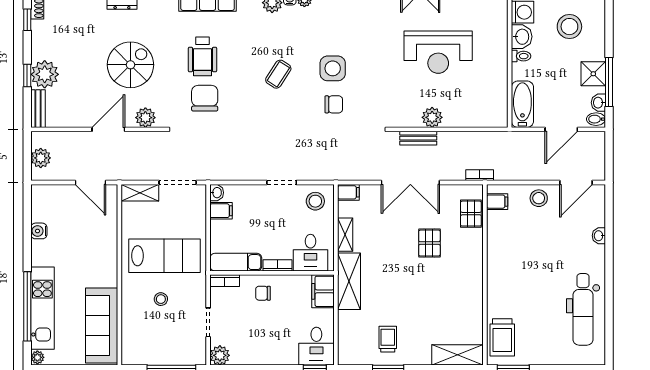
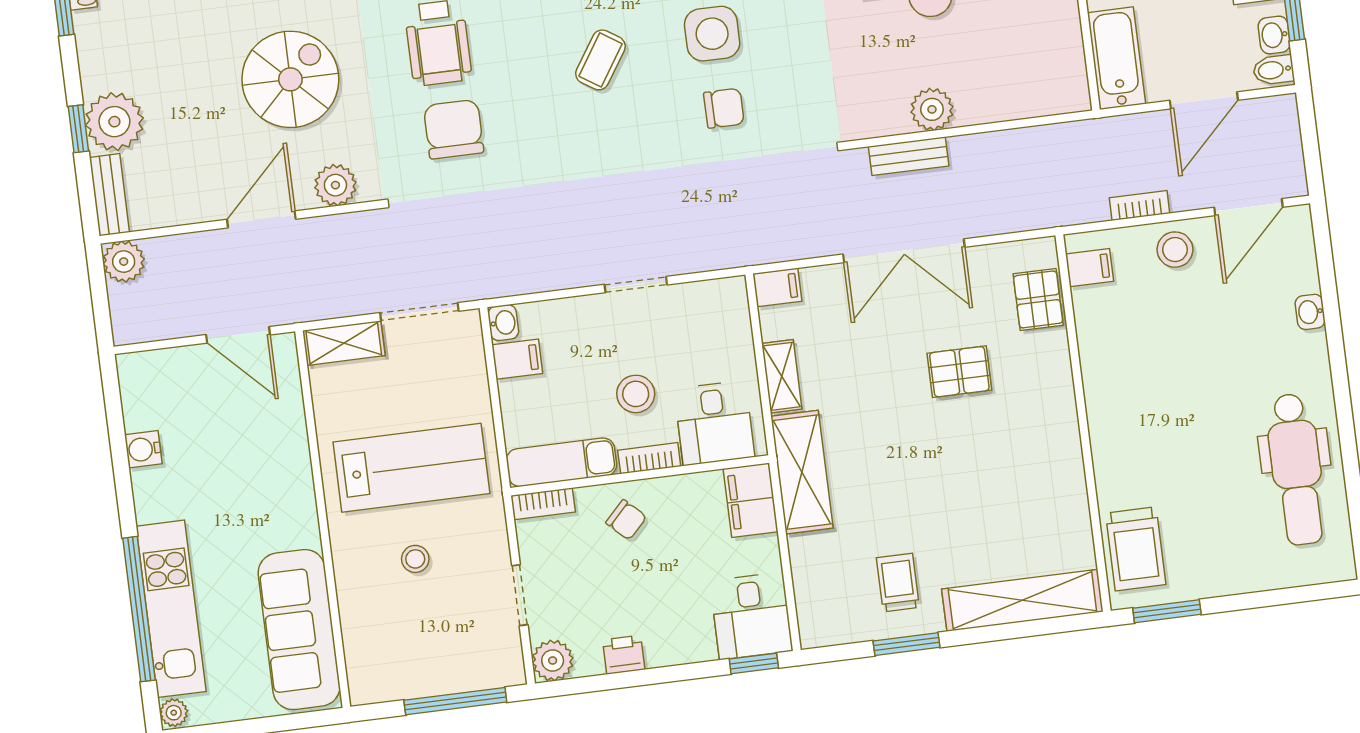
plant: (41, 158) -> (124, 262), moved
bookcase: (480, 175) -> (1139, 205), moved
stool: (315, 201) -> (636, 394), moved
pallet: (429, 243) -> (959, 372), turned 90
chair: (263, 293) -> (626, 520), turned -136
shelving: (458, 355) -> (1022, 600), width x1.47
printer: (254, 357) -> (624, 655), added

